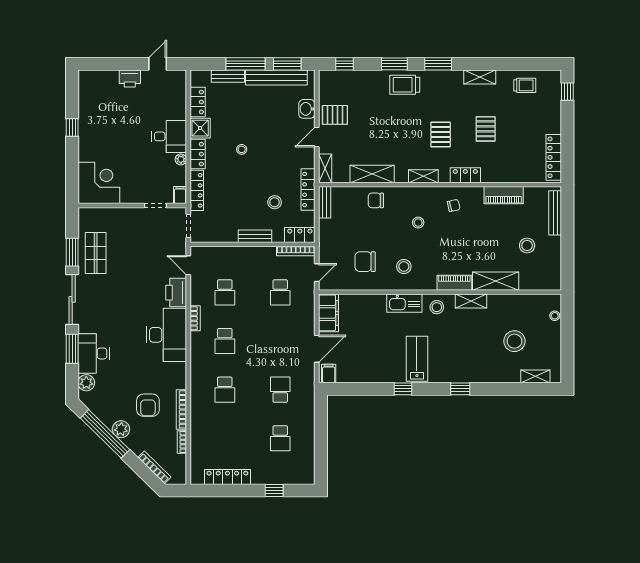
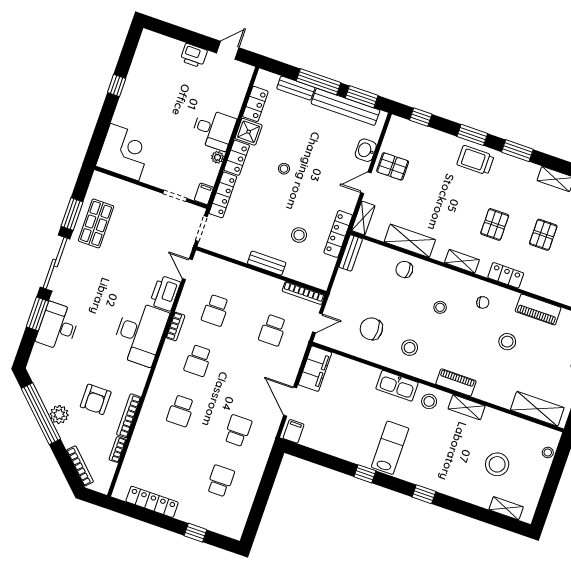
locker: (300, 235) -> (313, 278), removed
stool: (527, 246) -> (507, 342), moved
shelving: (496, 281) -> (537, 409), moved
door: (317, 349) -> (290, 402), swing flipped
plant: (86, 383) -> (40, 354), removed
school desk: (280, 438) -> (220, 481), turned 180

